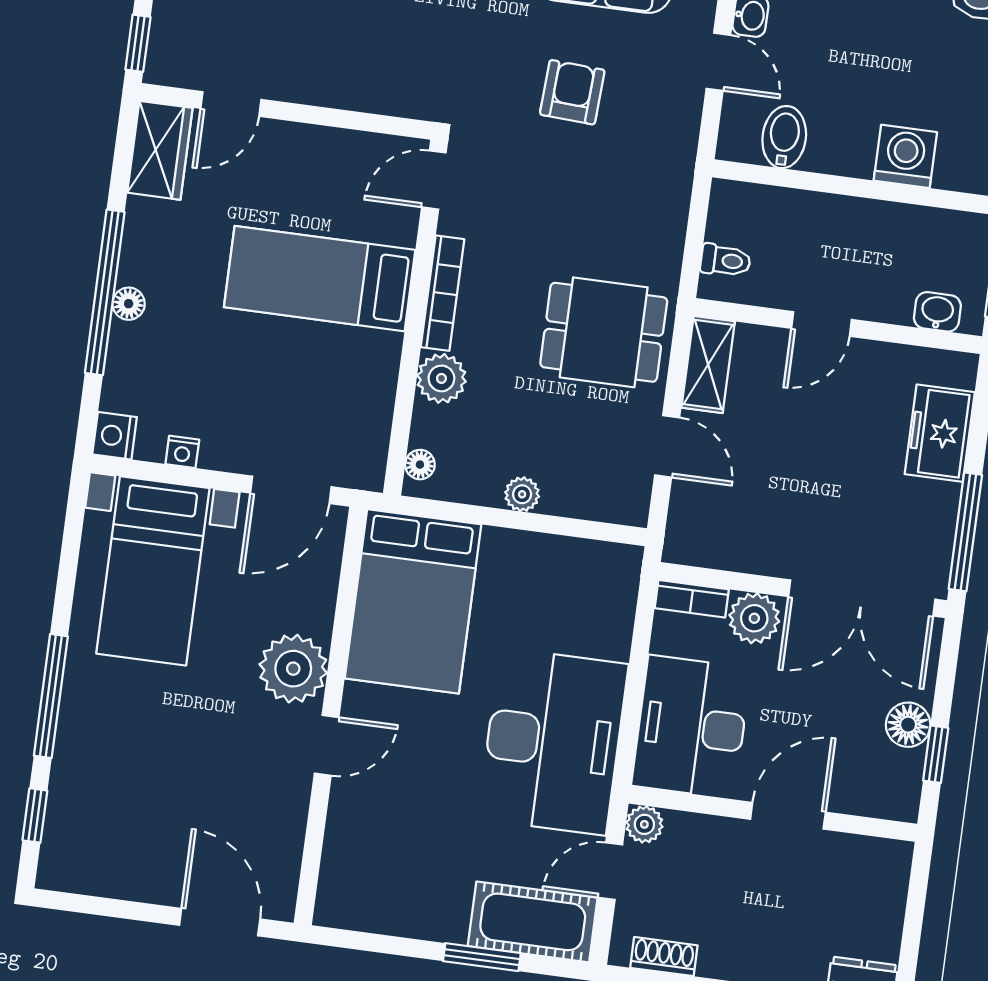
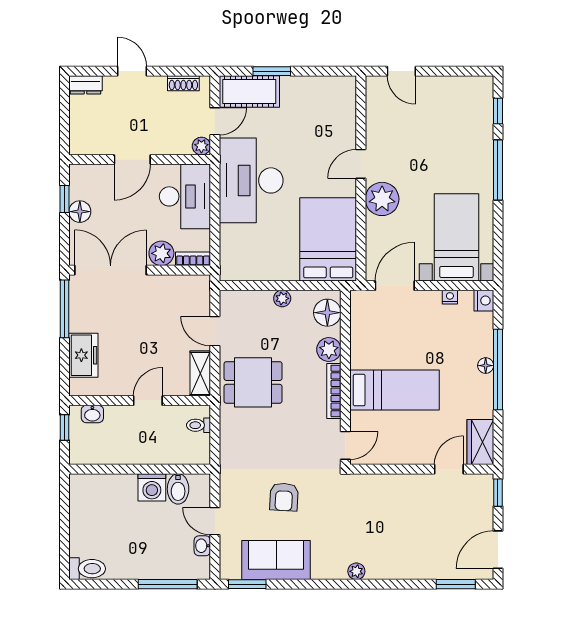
washing machine: (905, 156) -> (152, 487), moved
floor lamp: (420, 465) -> (327, 313), width x1.89, depth x1.89
door: (220, 922) -> (401, 71), width x0.73

